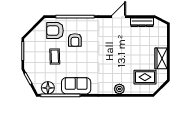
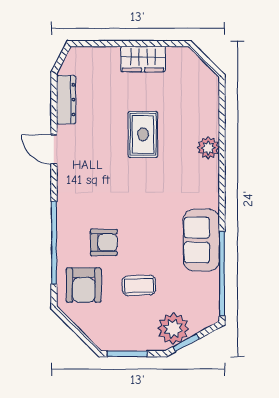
plant: (35, 73) -> (173, 329), added
rug: (145, 77) -> (143, 134), moved
floor lamp: (48, 88) -> (206, 300), removed

